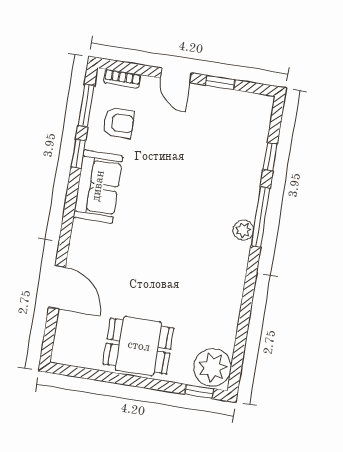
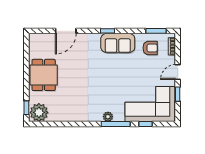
armchair: (119, 123) -> (150, 48), turned -90
corner sofa: (231, 142) -> (150, 104), added
window: (78, 154) -> (108, 31), moved

